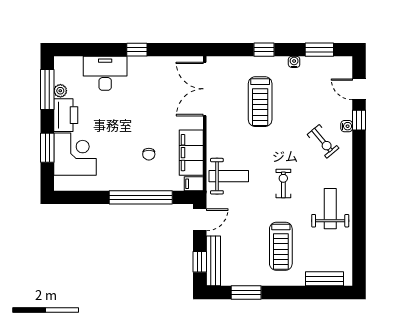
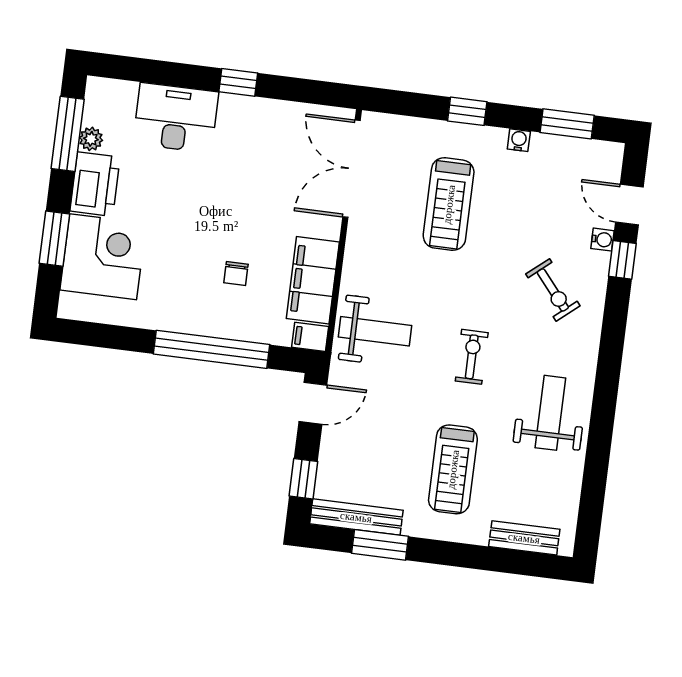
water cooler: (347, 126) -> (602, 240), moved
bench: (213, 261) -> (356, 517), moved, turned 90

